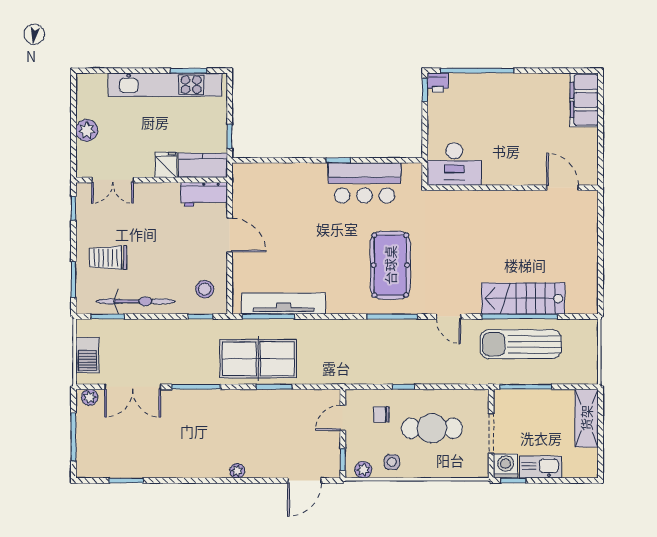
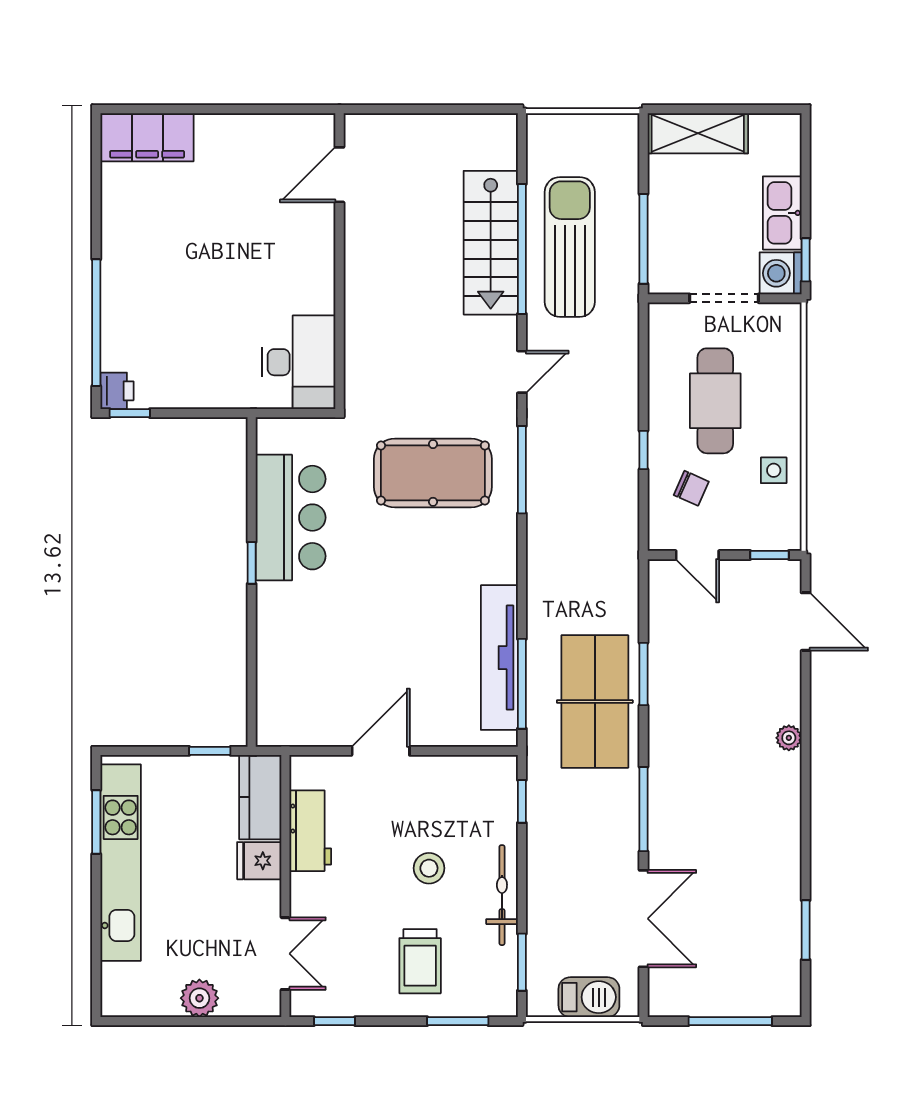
desk: (454, 164) -> (299, 362), moved
wall: (513, 188) -> (339, 261), moved
door: (563, 188) -> (339, 175), moved
workbench: (204, 194) -> (310, 831), moved
stool: (205, 289) -> (429, 868), moved
bicycle: (136, 301) -> (502, 895), width x0.73, depth x0.71
sun lounger: (521, 344) -> (570, 247), turned 180
plant: (90, 397) -> (662, 993), removed
chair: (381, 414) -> (691, 488), turned -66
plant: (363, 470) -> (787, 520), removed

